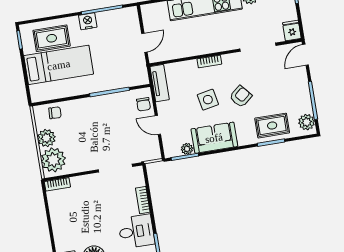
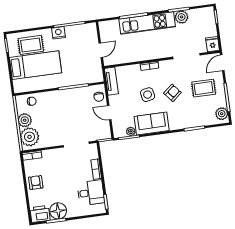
rug: (272, 126) -> (204, 88), moved
armchair: (63, 220) -> (36, 183), added

